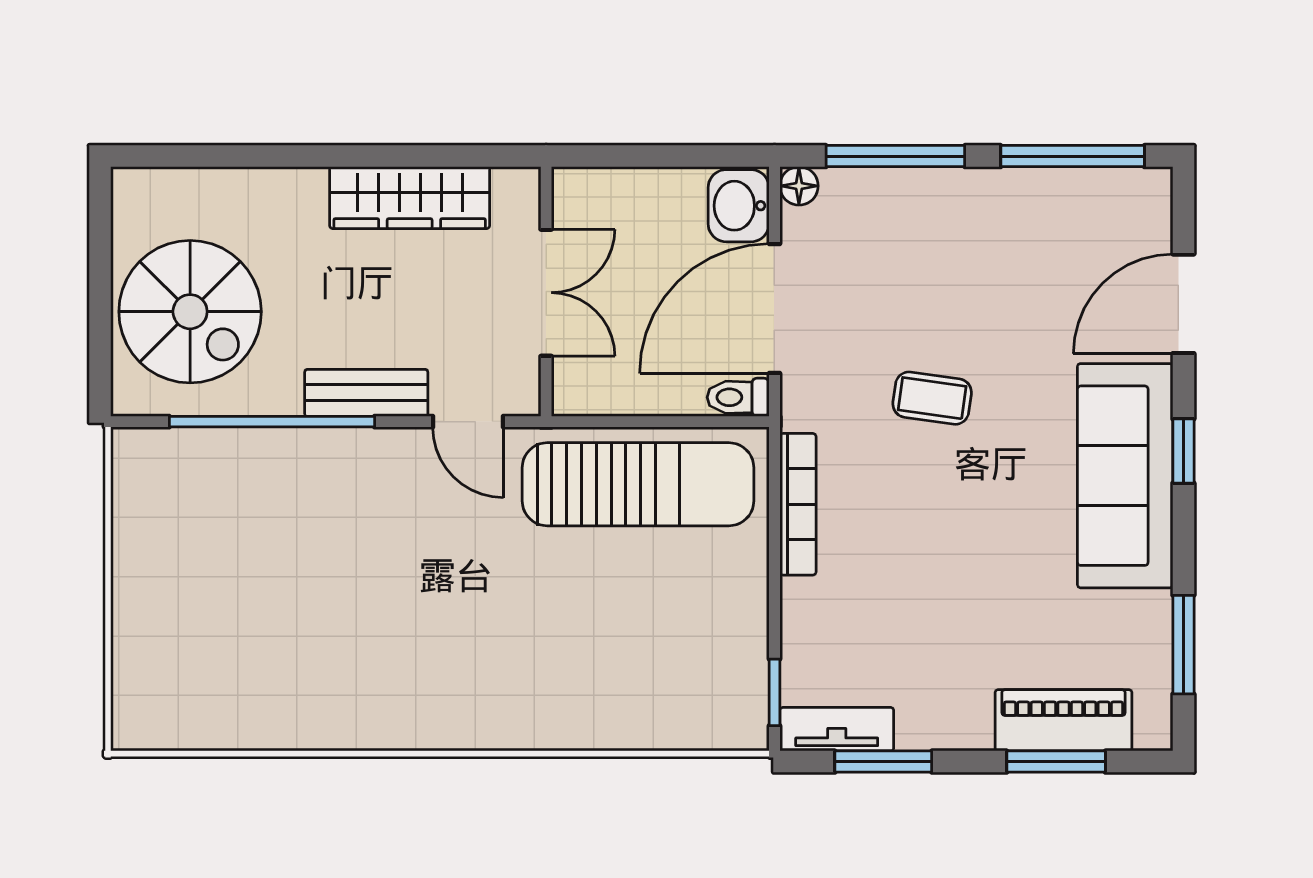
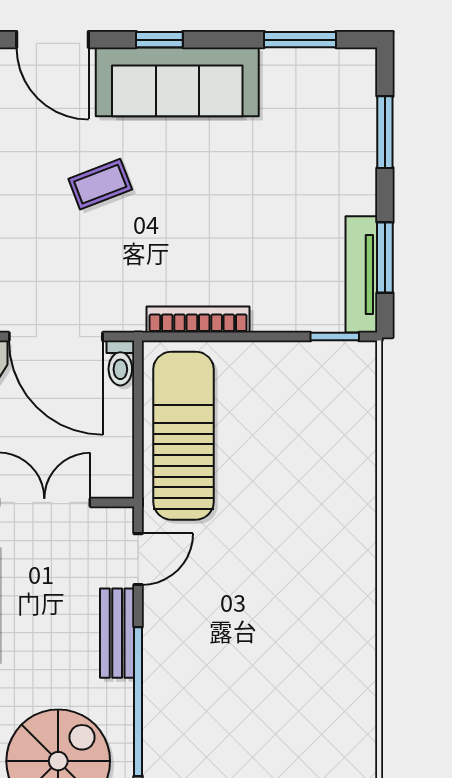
coffee table: (932, 398) -> (100, 184), moved, turned 61
piano: (1063, 720) -> (355, 127), removed
tv unit: (837, 729) -> (361, 274), width x1.41

